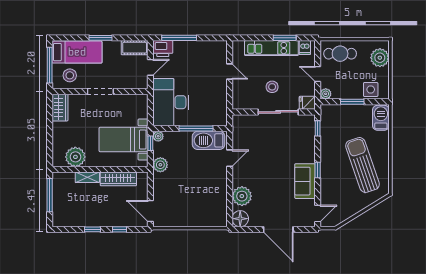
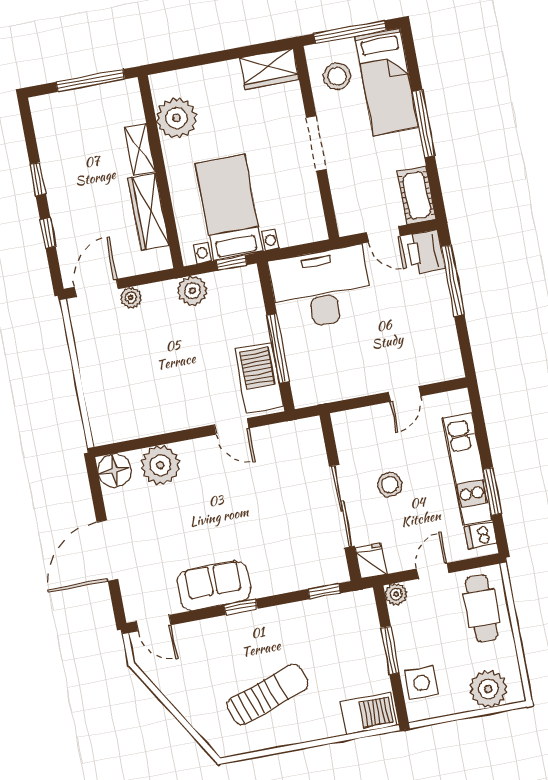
window: (100, 38) -> (423, 124), width x1.44
plant: (158, 136) -> (131, 298), moved
sun lounger: (362, 165) -> (268, 695), width x0.73, depth x0.75

